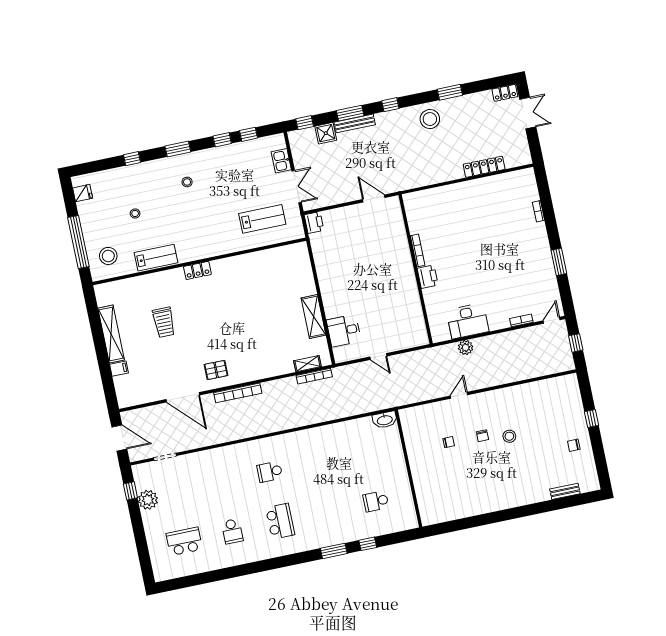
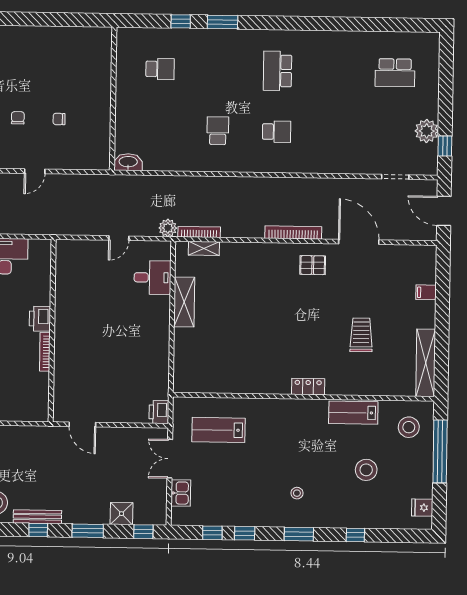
bench: (355, 123) -> (37, 517), moved
stool: (135, 213) -> (366, 470), width x1.89, depth x1.89
shelving: (111, 334) -> (426, 363), moved
plant: (466, 348) -> (168, 228), moved
door: (378, 356) -> (119, 238), swing flipped
school desk: (232, 531) -> (218, 131), moved

